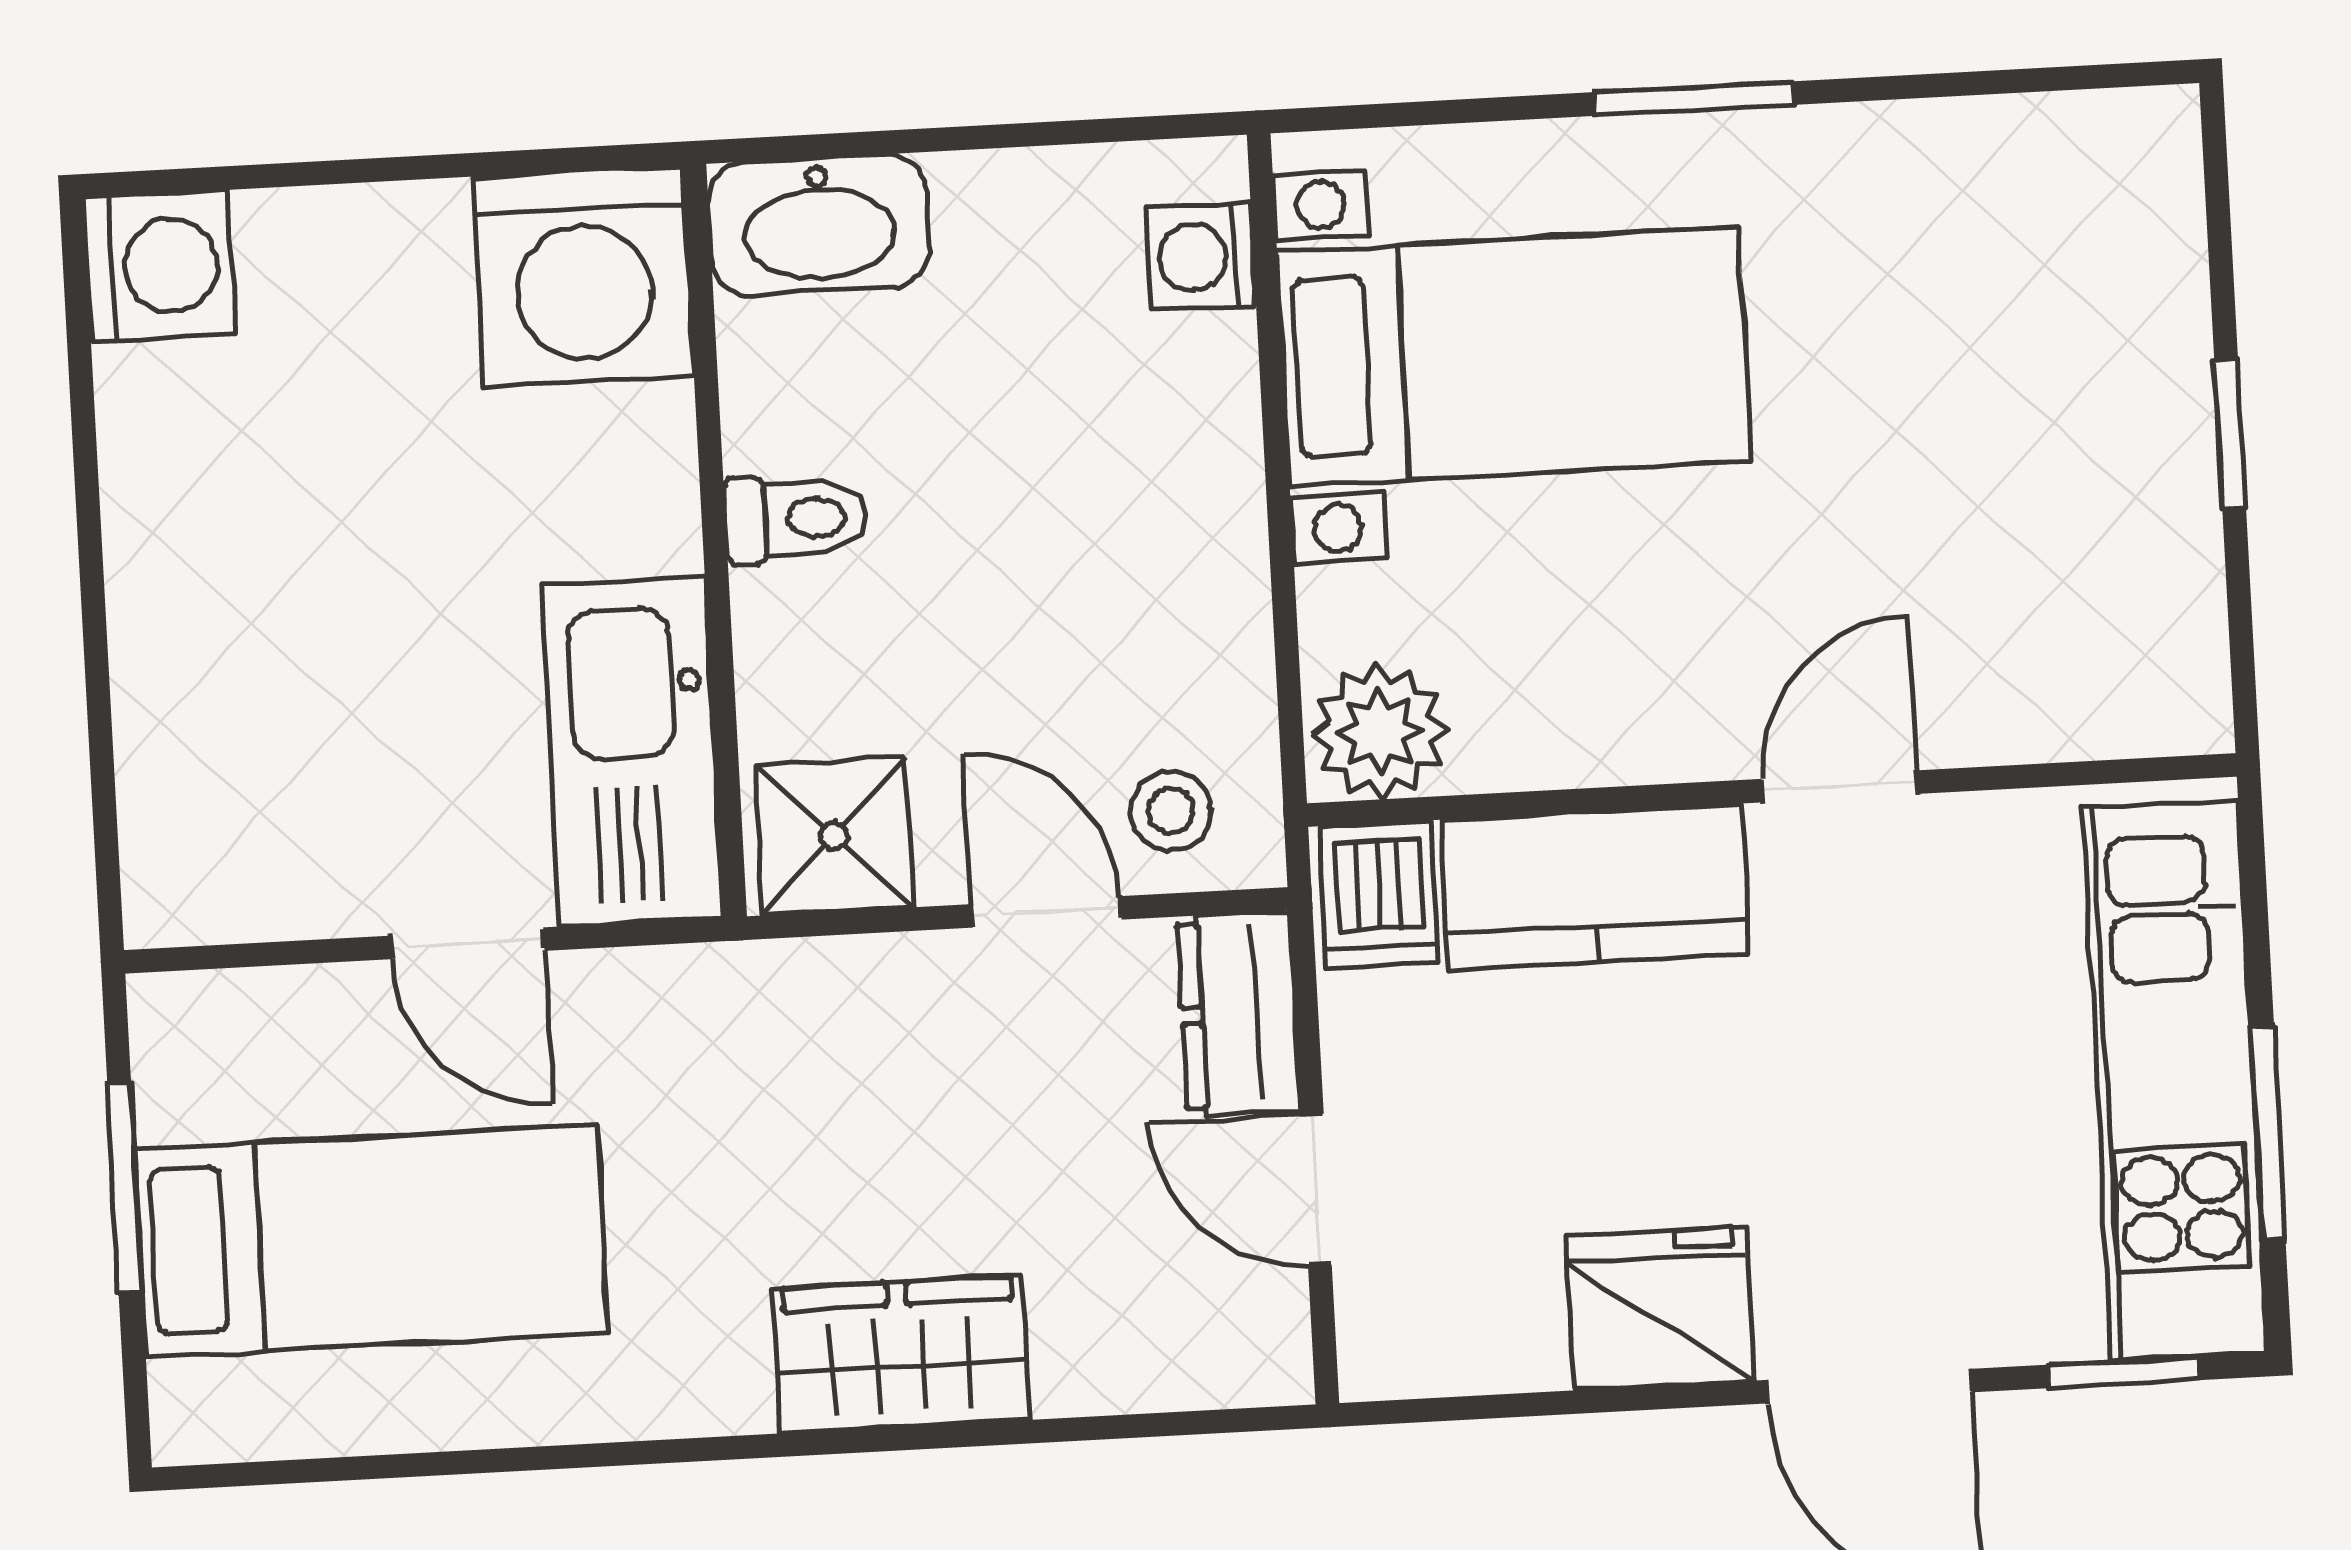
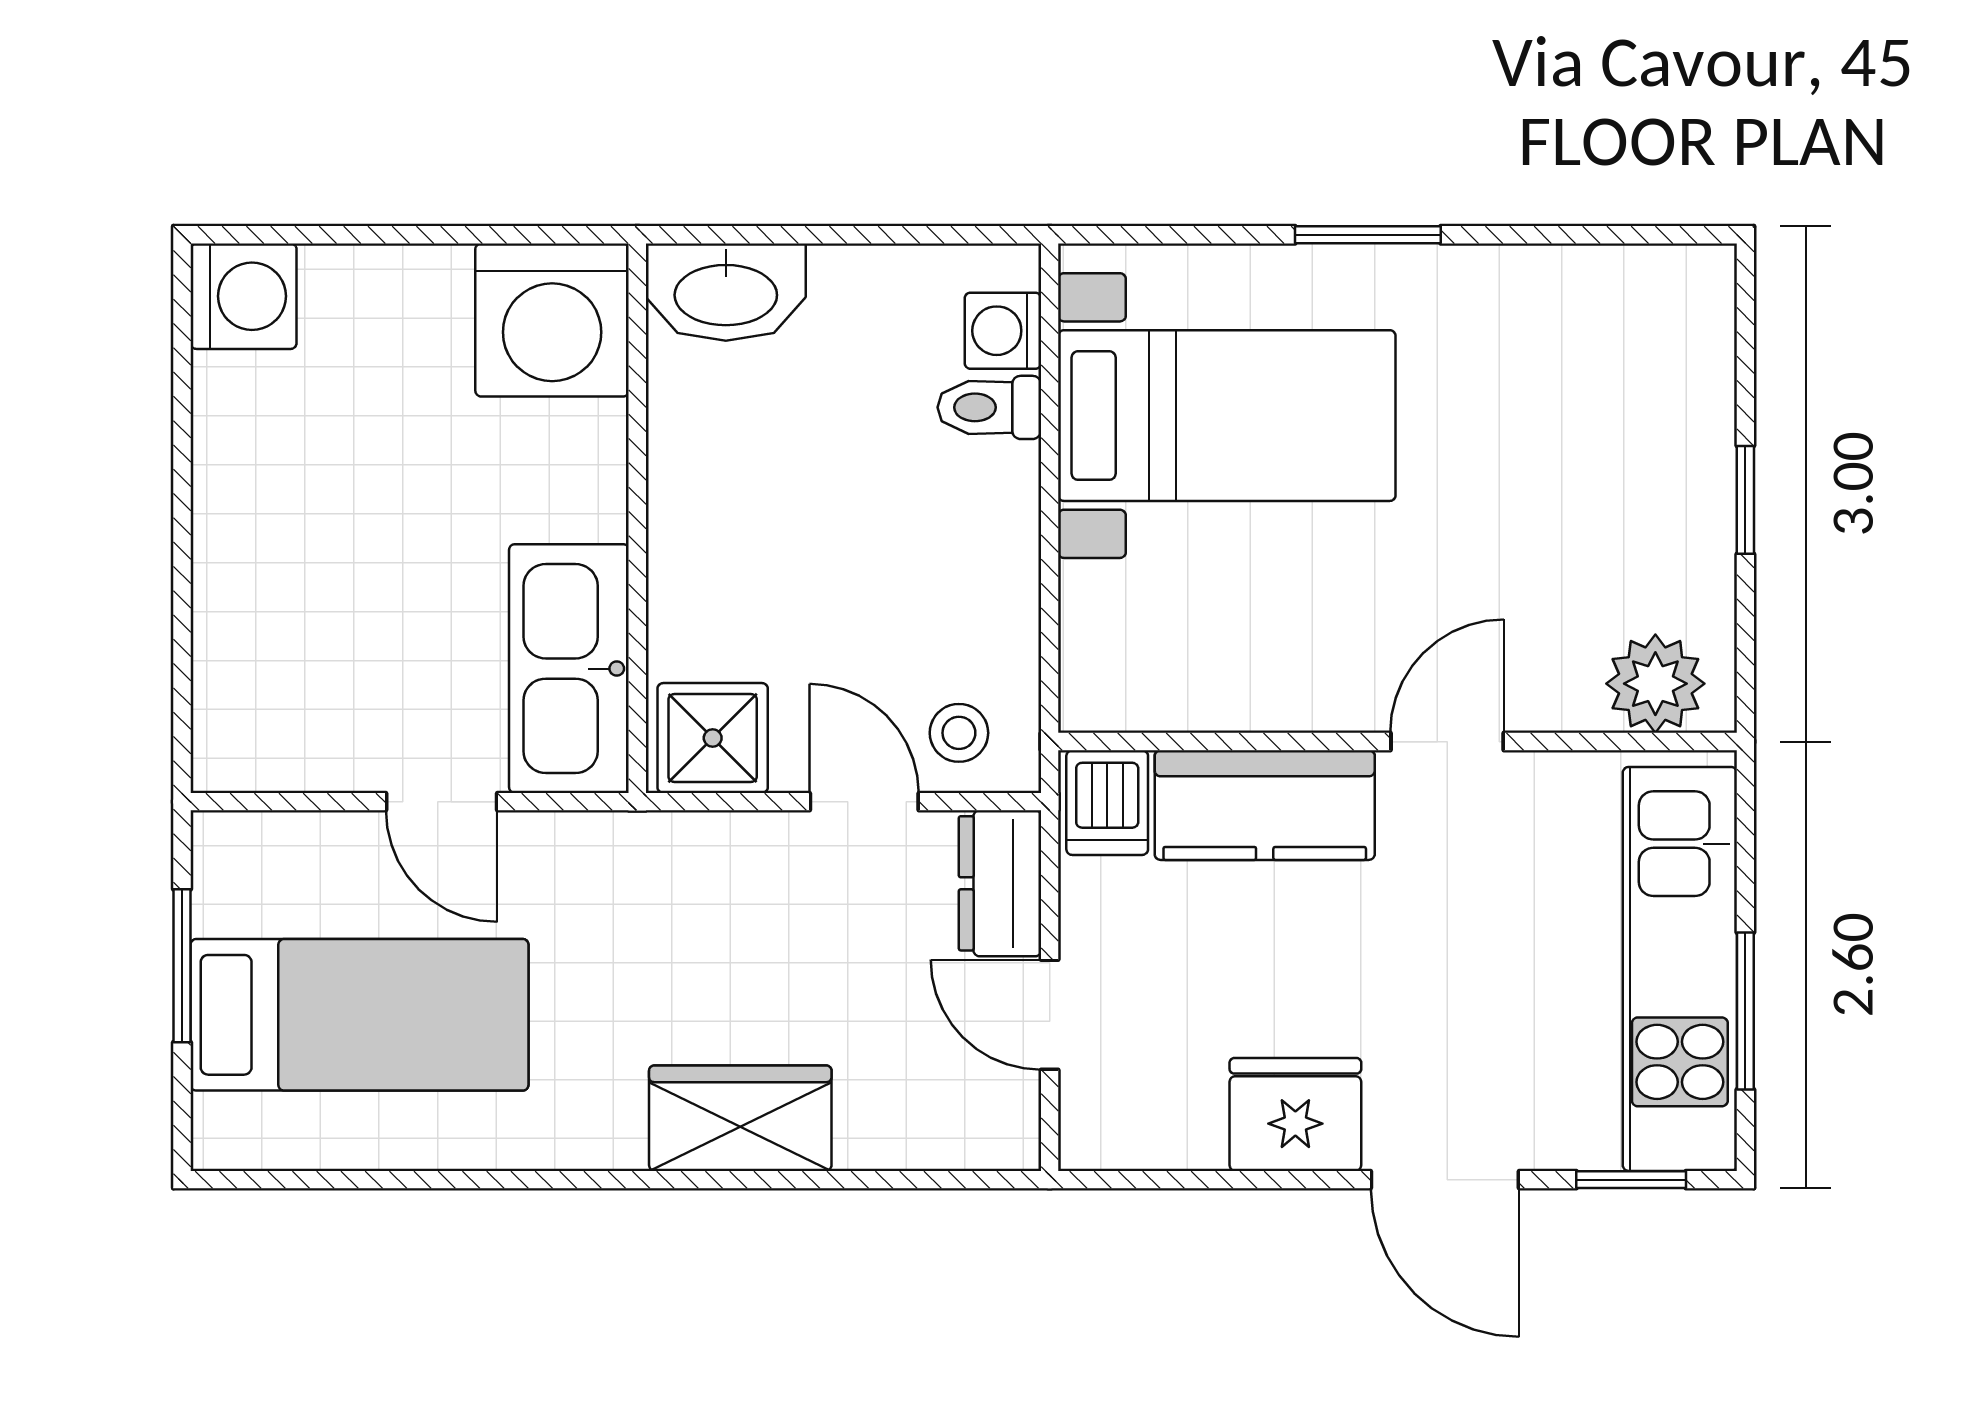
toilet: (796, 518) -> (989, 407), moved, turned 180
plant: (1380, 732) -> (1655, 684), moved

